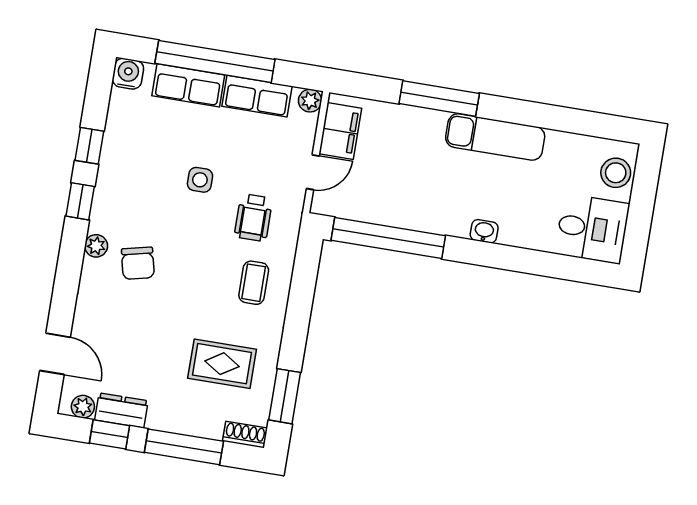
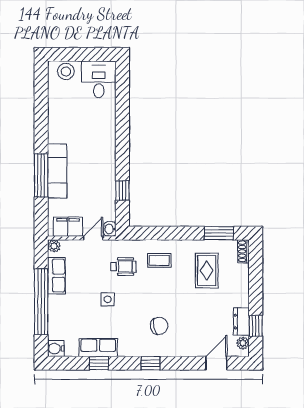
row of seats: (188, 85) -> (98, 348), moved, turned -90
exam couch: (495, 137) -> (57, 171), moved
door: (313, 172) -> (93, 238), hinge flipped
window: (80, 201) -> (151, 363), moved
washbasin: (484, 231) -> (110, 229), moved
window: (388, 238) -> (122, 191), width x0.32
plant: (96, 246) -> (153, 350), removed
window: (184, 447) -> (256, 284), removed

